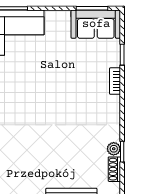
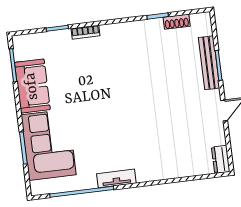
sofa: (96, 24) -> (32, 86), moved
plant: (114, 149) -> (156, 25), removed

